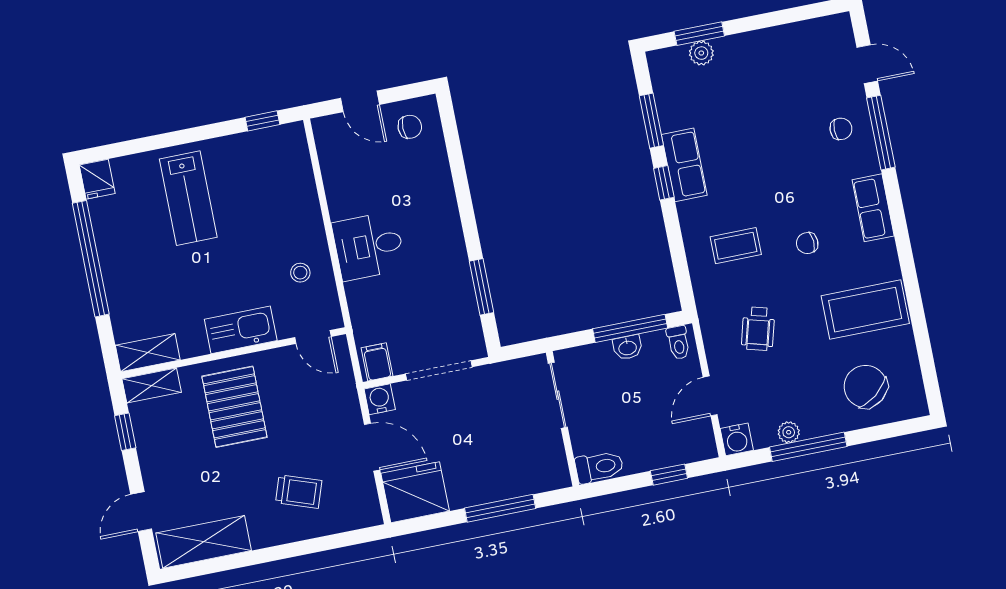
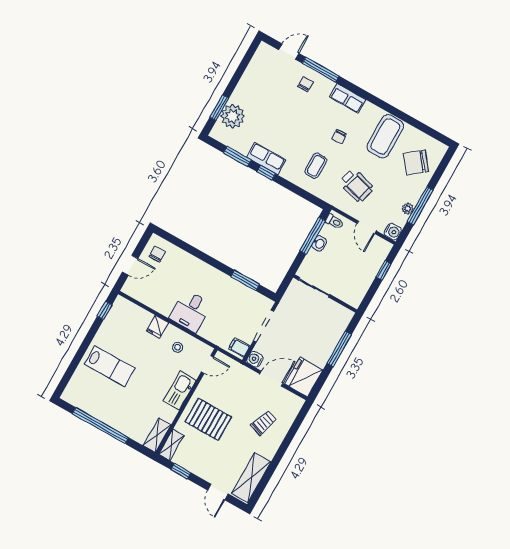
plant: (701, 53) -> (233, 116), width x1.87, depth x1.87
fridge: (97, 179) -> (157, 327), moved, turned 90
wheelchair: (758, 329) -> (356, 185), width x1.36, depth x1.37
toilet: (599, 467) -> (357, 295), removed

